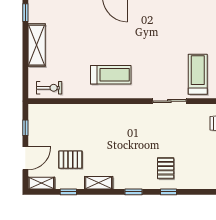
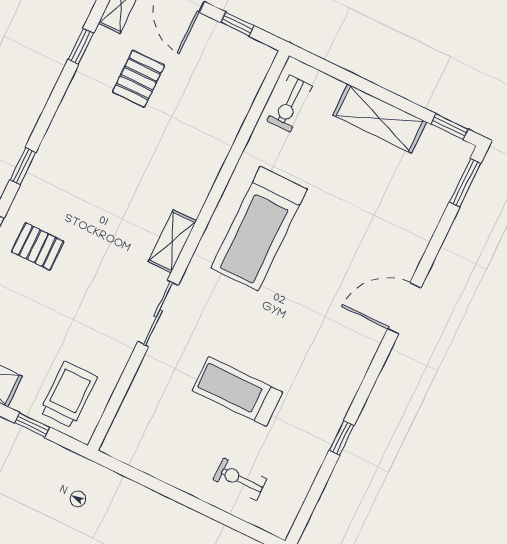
treadmill: (198, 74) -> (237, 391), moved, turned 180
treadmill: (111, 75) -> (259, 229), width x1.37, depth x1.38
shelving: (99, 183) -> (172, 241), moved

